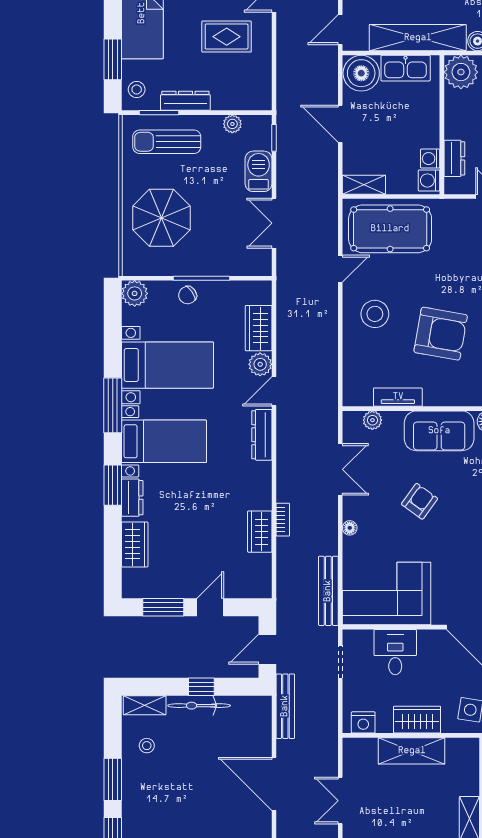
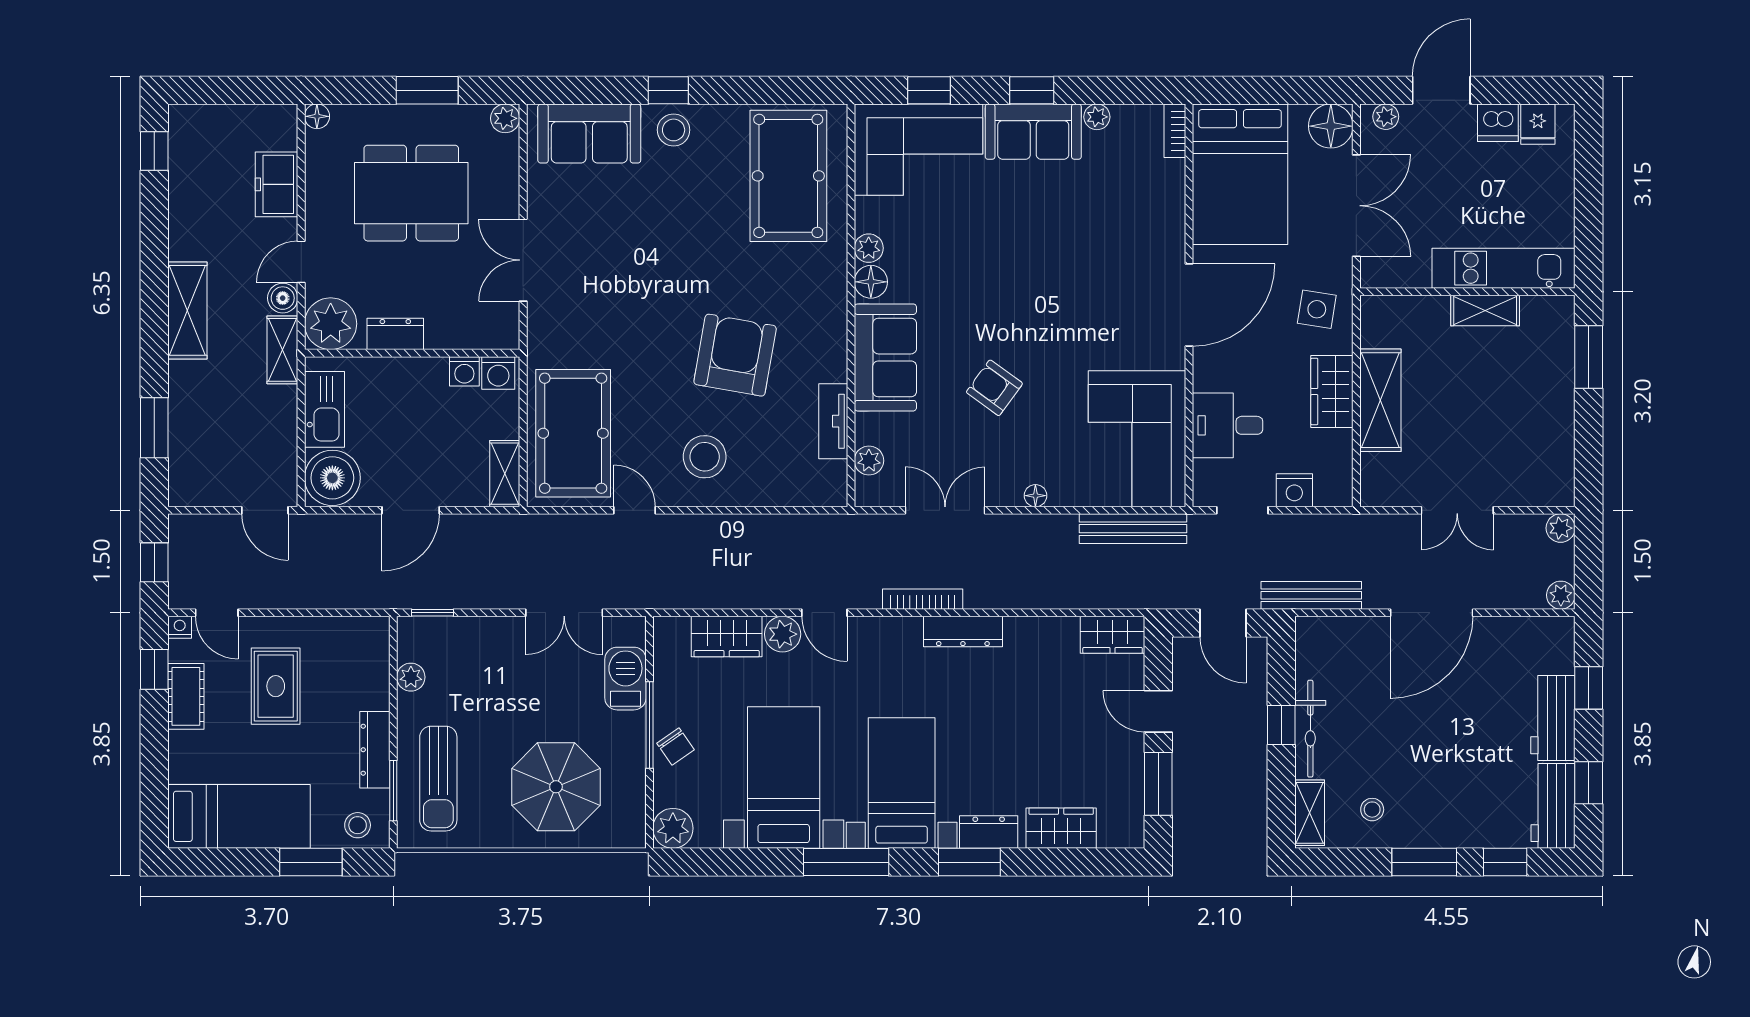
shelving: (418, 38) -> (282, 350), width x0.45, depth x0.75
dresser: (454, 158) -> (395, 334), moved
barbecue: (259, 171) -> (625, 679), moved, turned 90
dresser: (262, 435) -> (963, 632), moved
bookcase: (283, 520) -> (923, 599), moved, width x1.56
wardrobe: (260, 532) -> (1113, 635), moved
nightstand: (363, 722) -> (1294, 490), moved, turned 90

